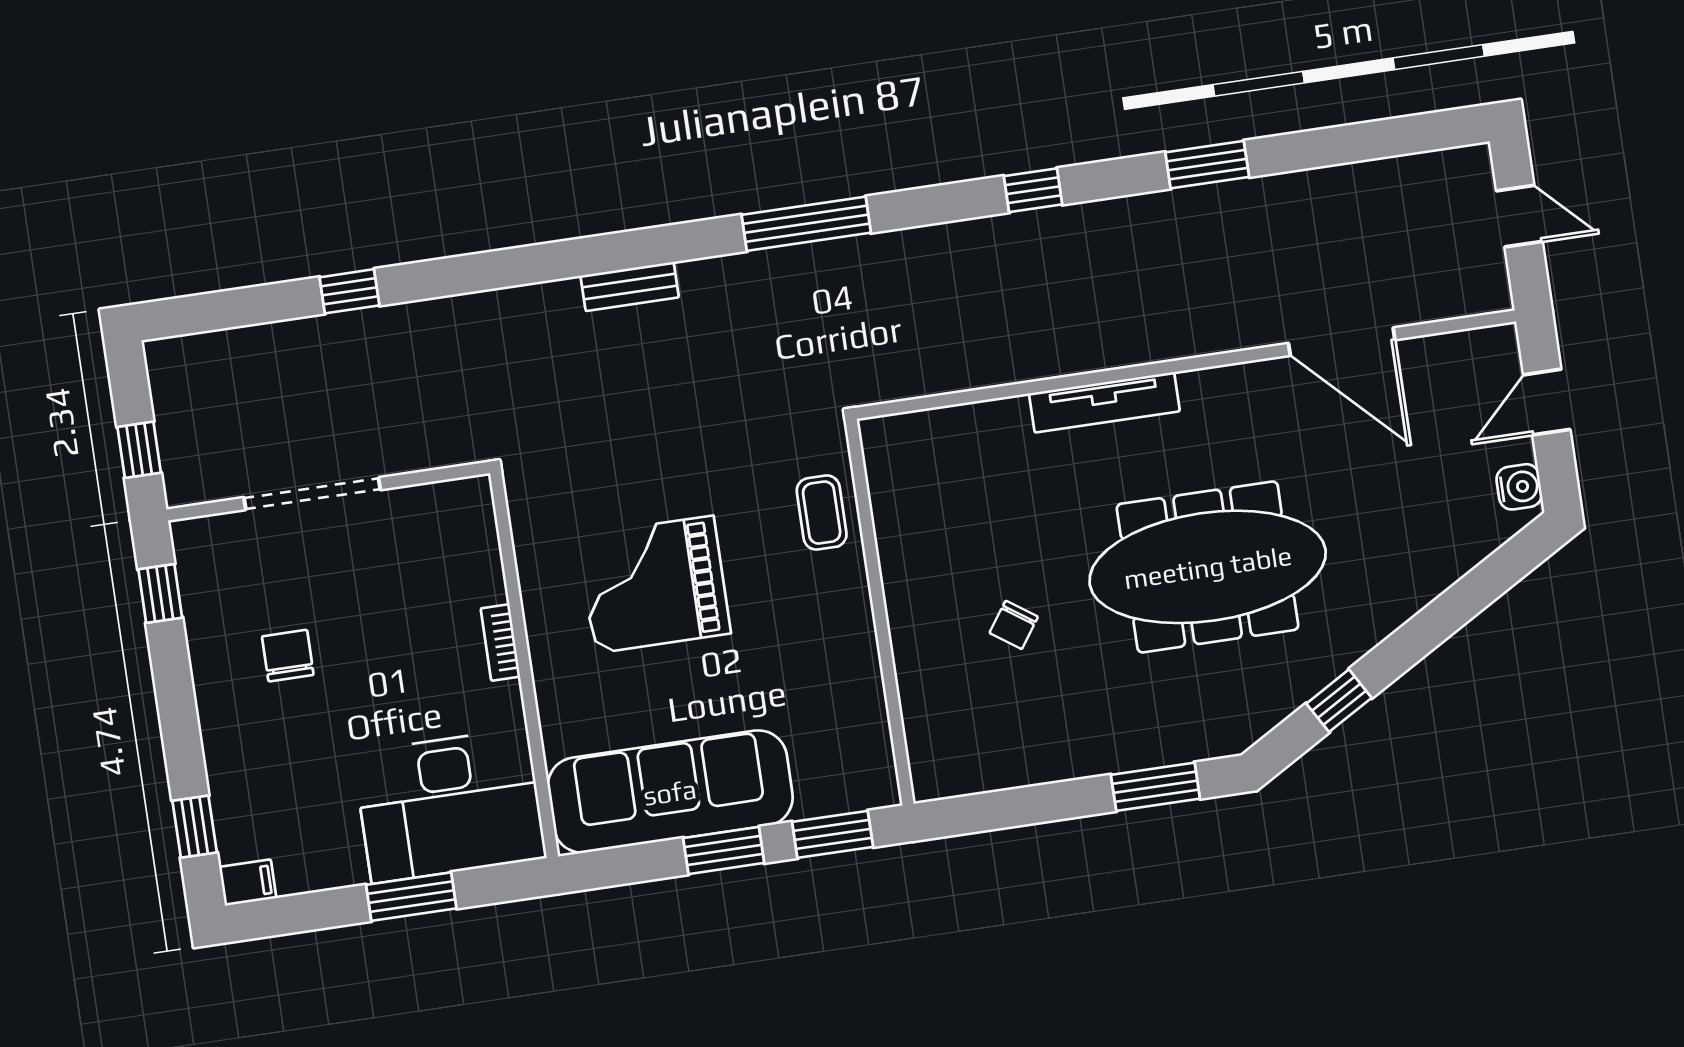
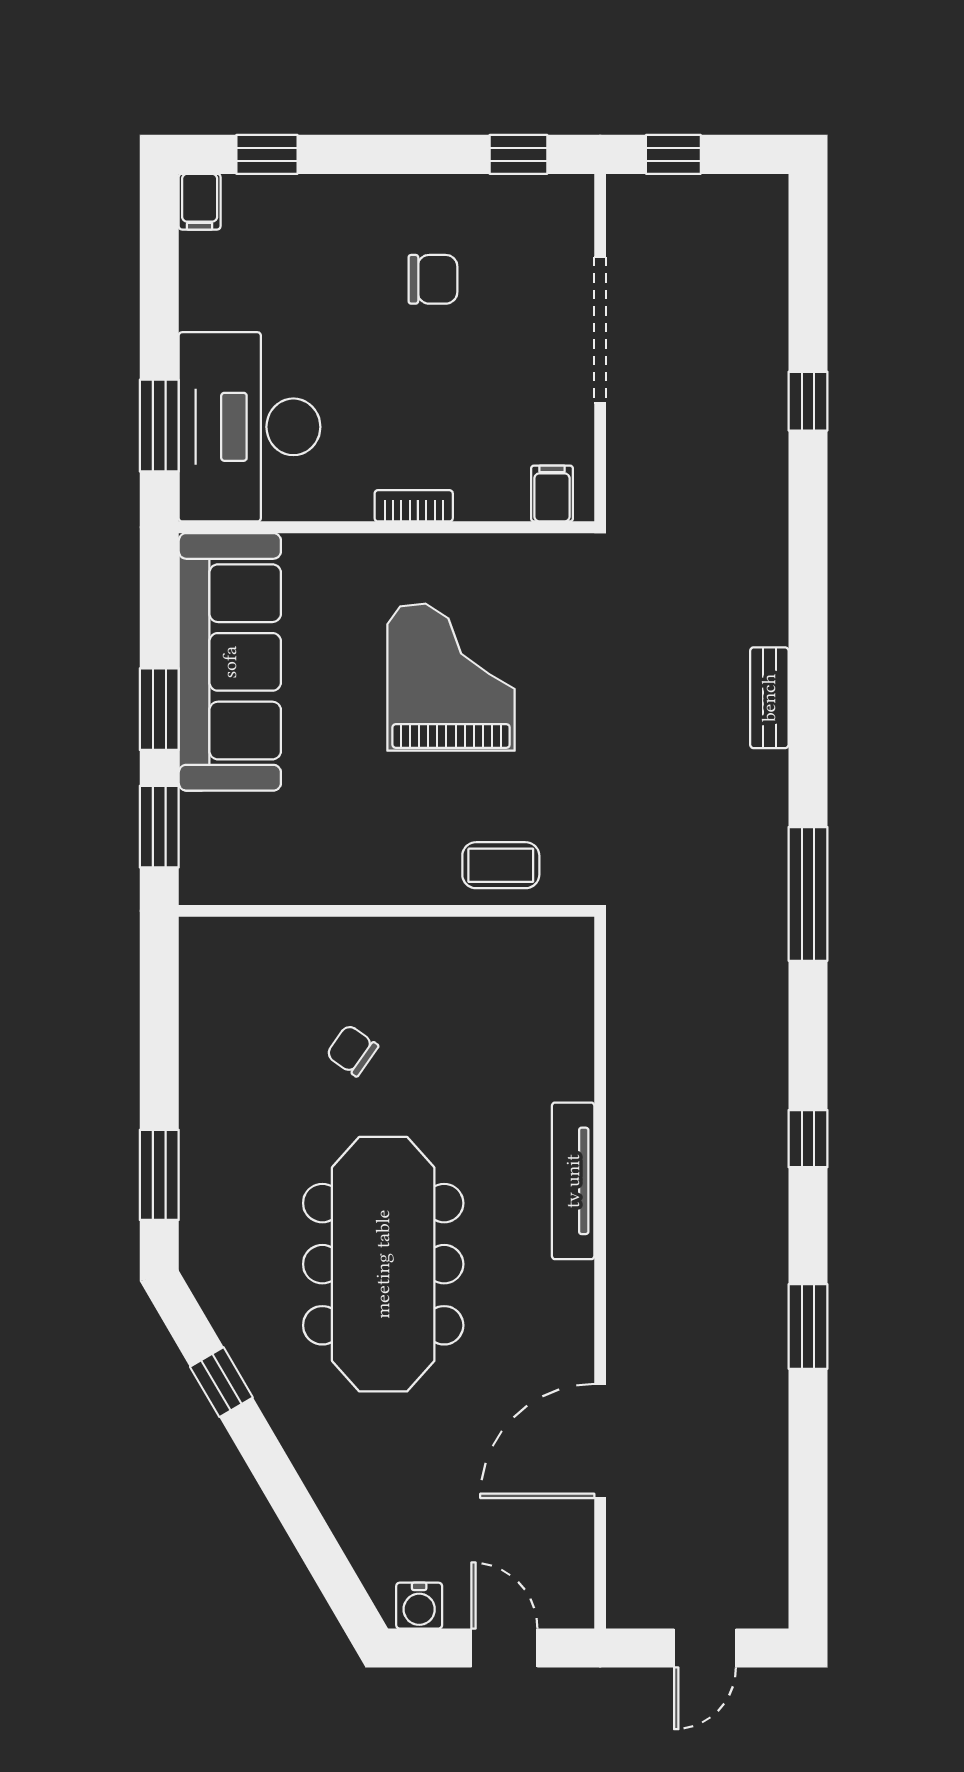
filing cabinet: (470, 516) -> (552, 493), added
window: (411, 897) -> (159, 426), moved

